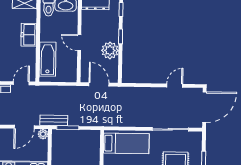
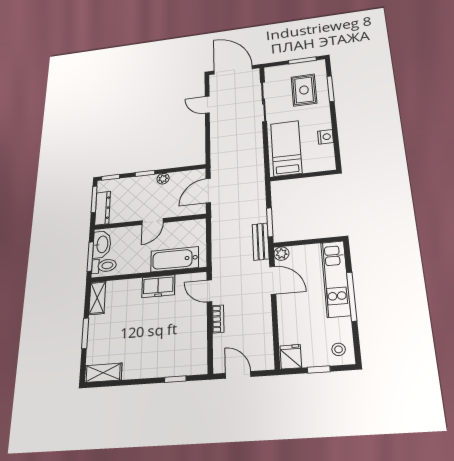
freezer: (29, 35) -> (158, 286), moved
plant: (110, 50) -> (163, 179), width x0.53, depth x0.53

